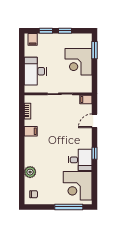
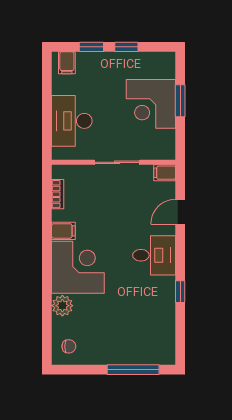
window: (94, 50) -> (180, 101), moved
window: (94, 153) -> (180, 292), moved
desk: (80, 160) -> (154, 255), moved
corner desk: (78, 186) -> (78, 267), moved, turned 180

